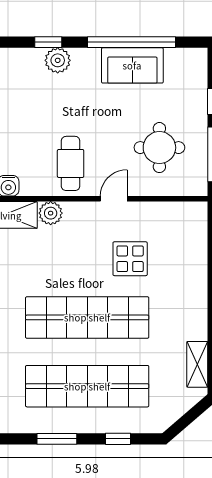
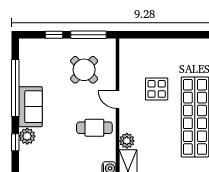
sofa: (132, 65) -> (30, 107), moved
round table: (159, 148) -> (84, 70), turned 45

